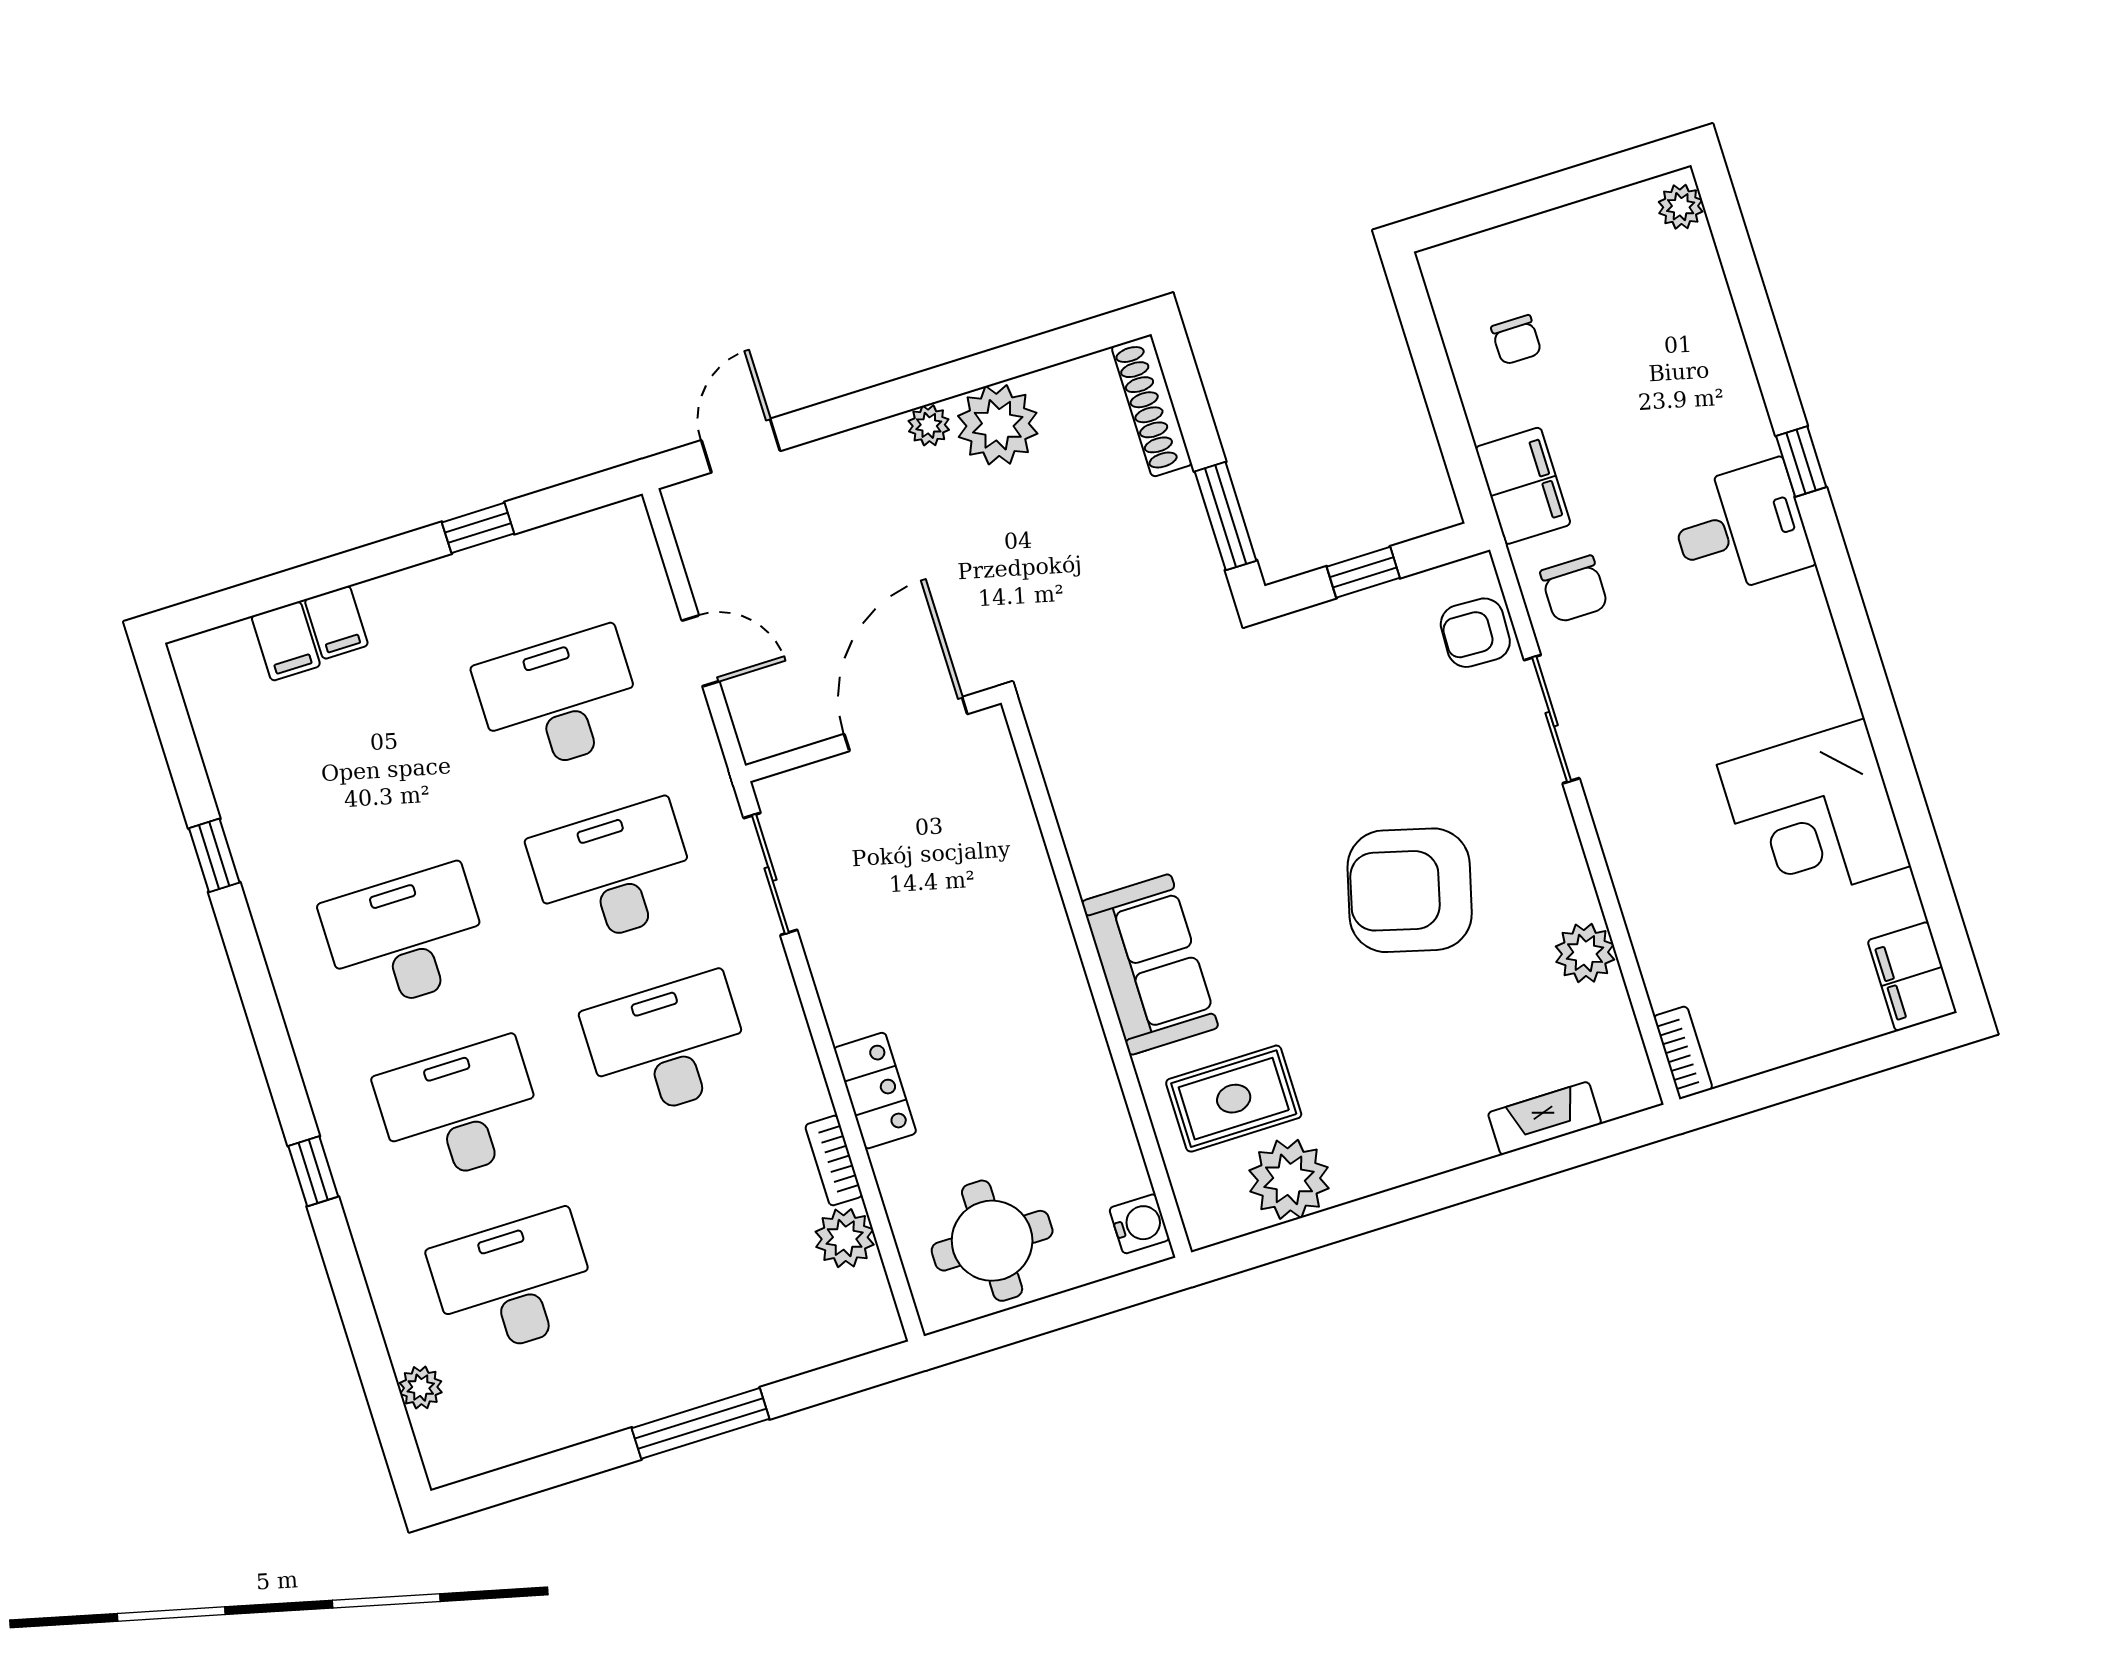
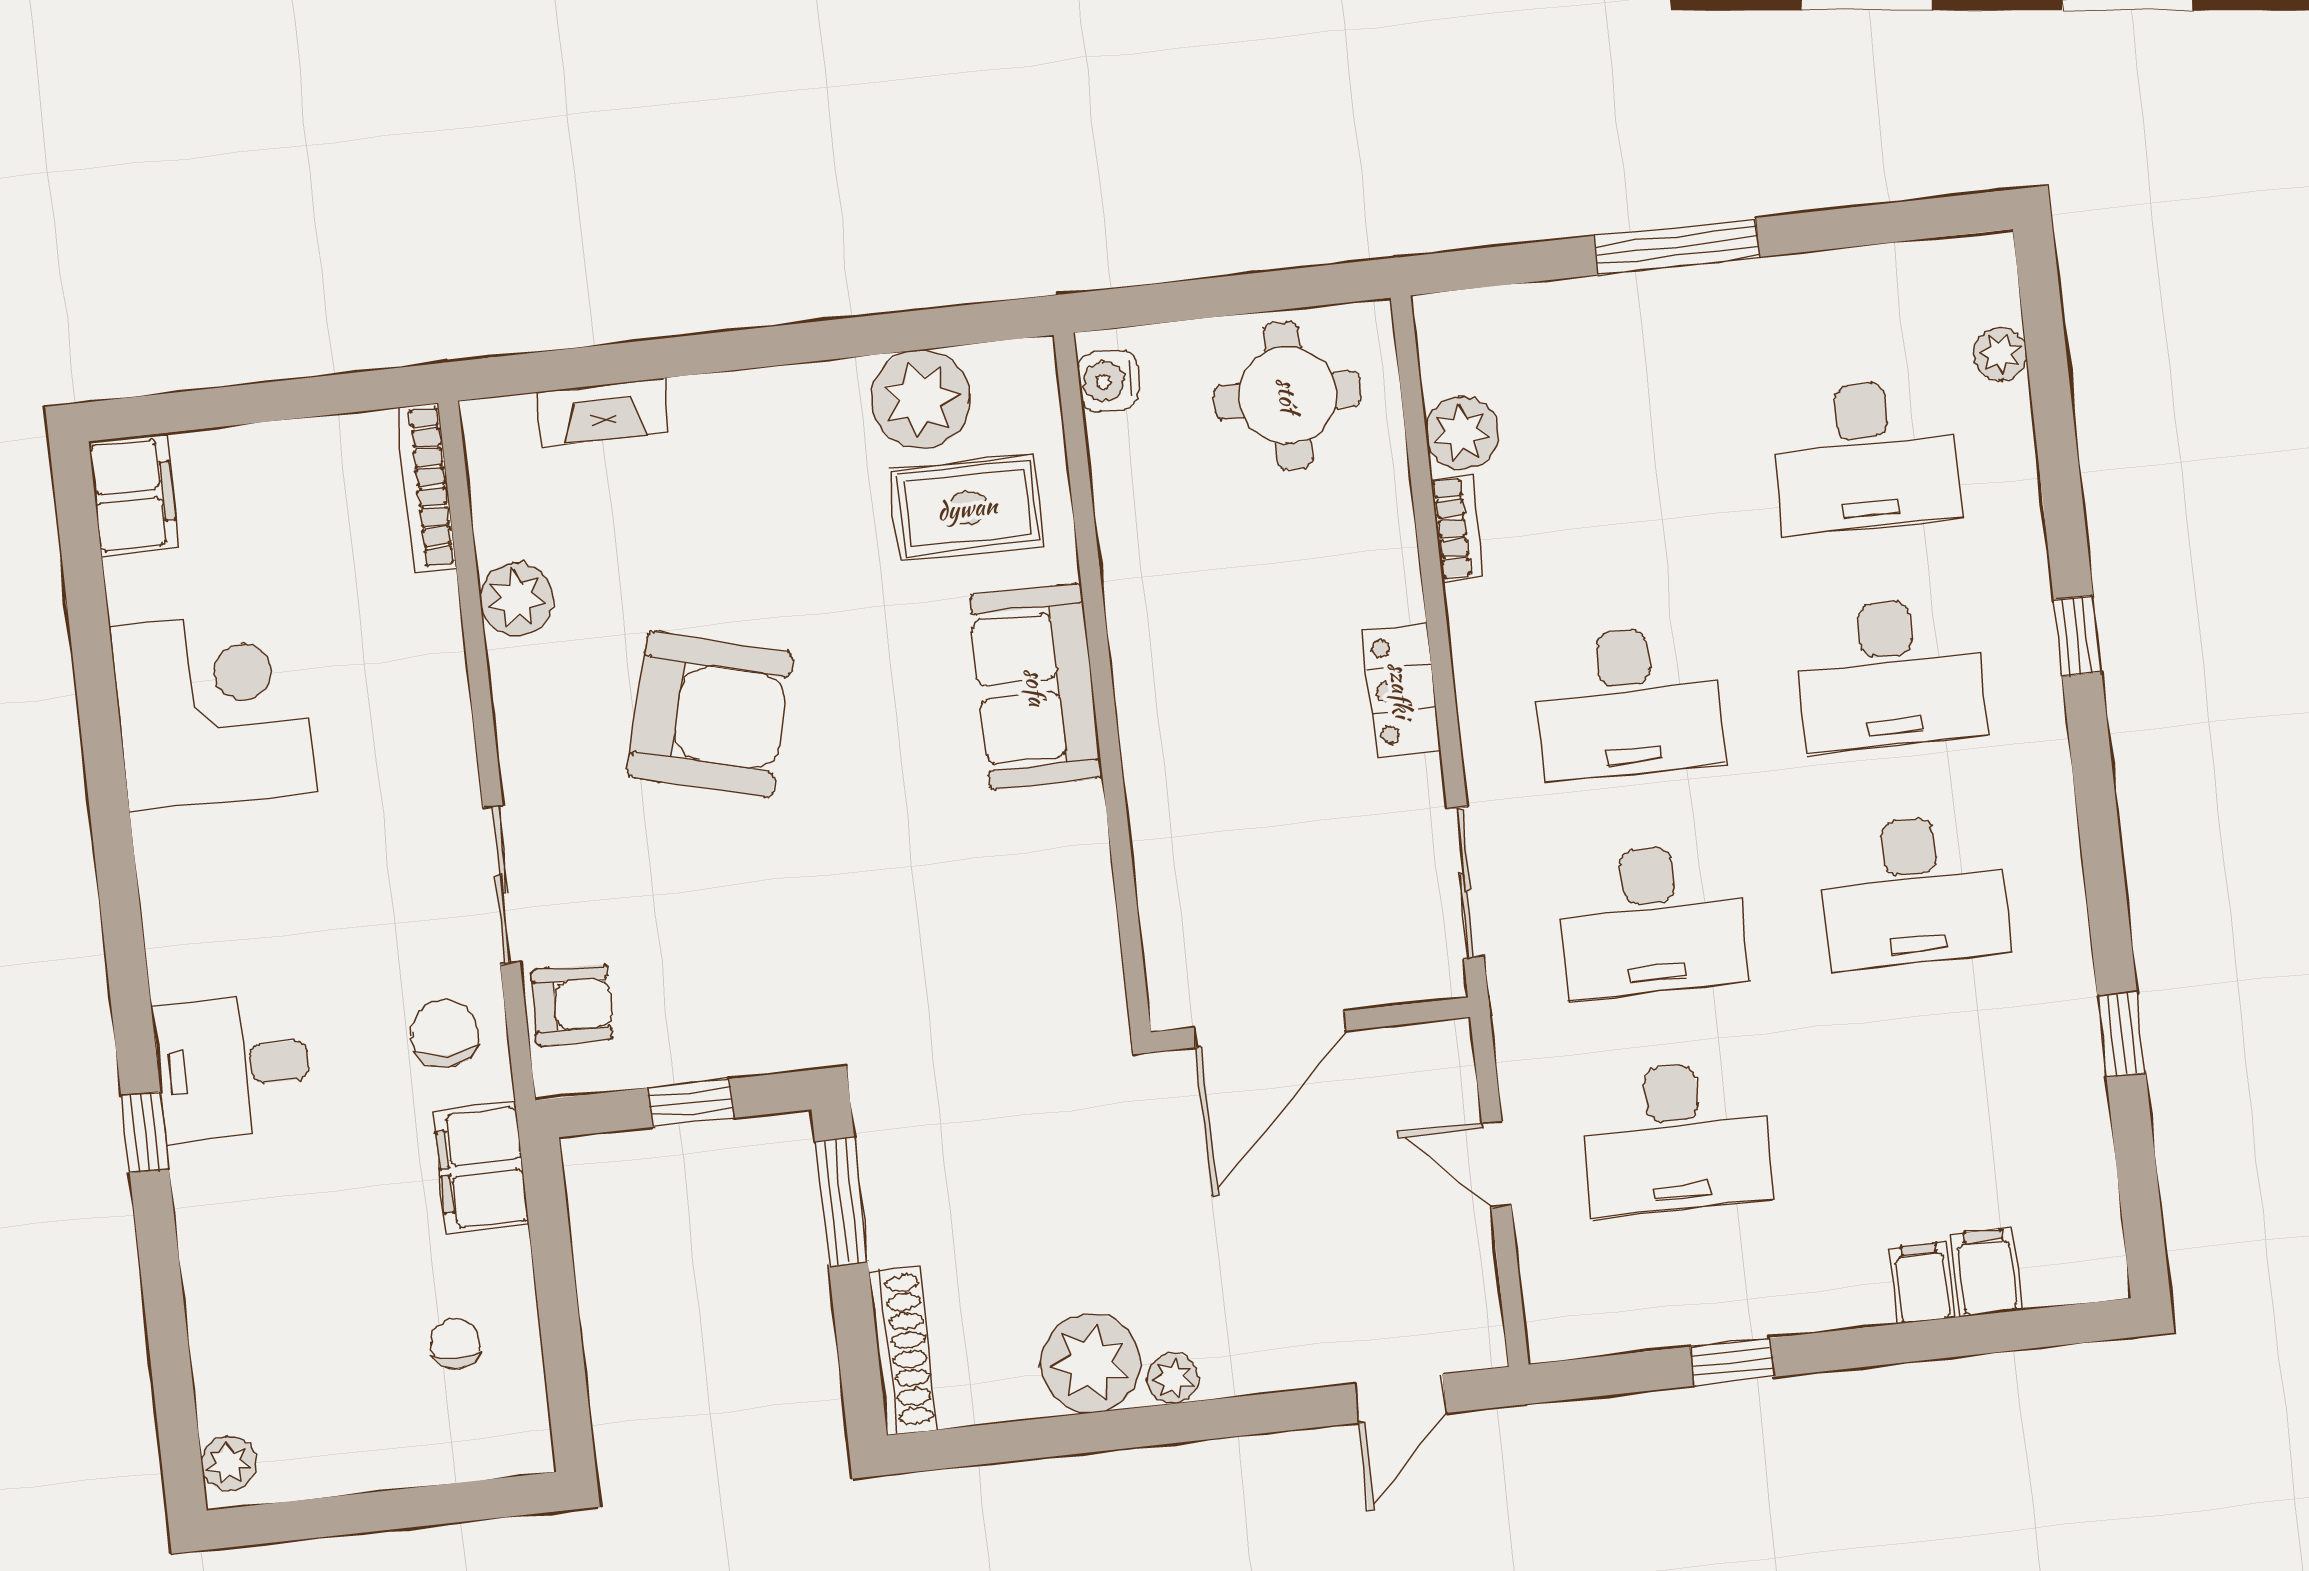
bookcase: (1683, 1053) -> (426, 488), width x1.56
locker: (875, 1091) -> (1401, 690), moved

